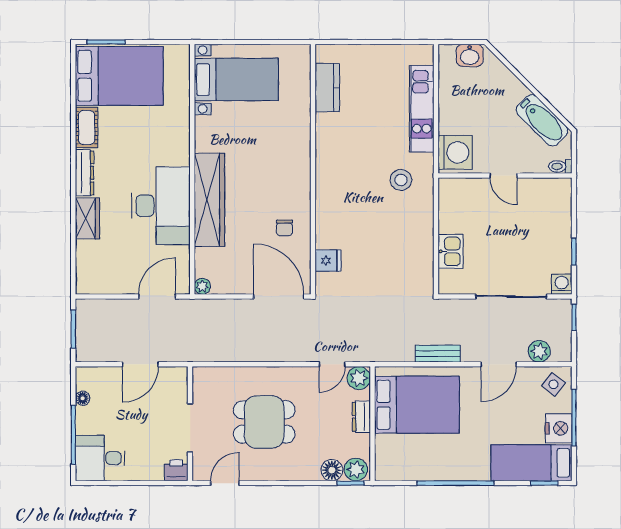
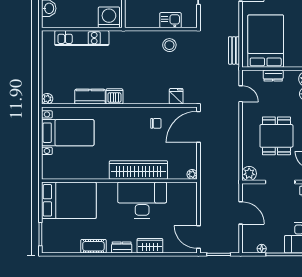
plant: (324, 53) -> (47, 99), added
bed: (119, 76) -> (69, 200), moved, turned 90
bed with nightstands: (236, 80) -> (68, 133), moved, turned 90
kitchen counter: (327, 88) -> (90, 97), moved
dishwasher: (328, 161) -> (114, 96), added
dresser: (85, 173) -> (122, 247), width x0.70
stool: (401, 180) -> (169, 45), moved
door: (157, 296) -> (198, 237), moved
bench: (438, 354) -> (234, 50), moved
plant: (359, 378) -> (249, 173), moved

